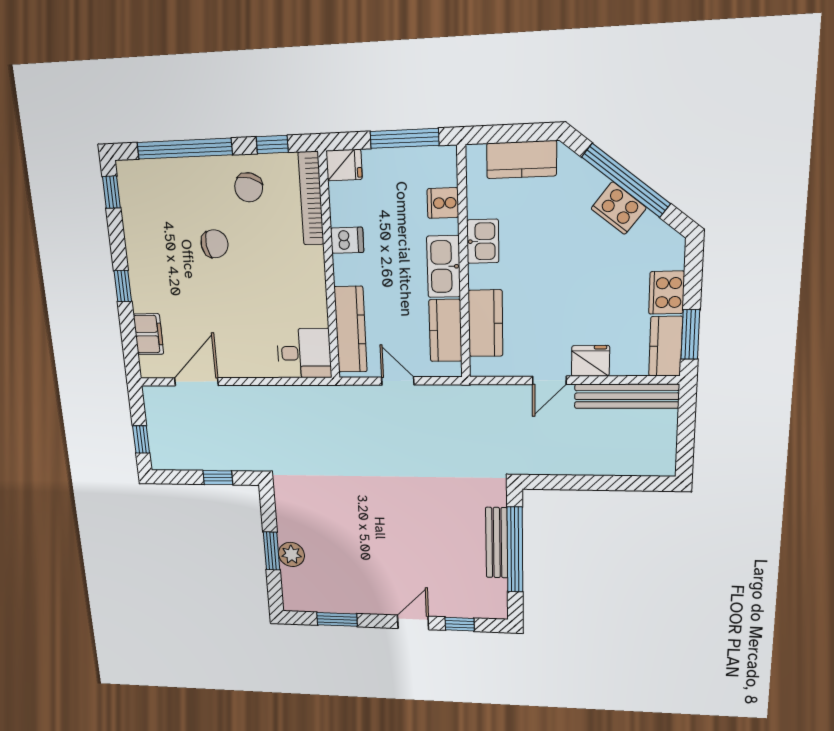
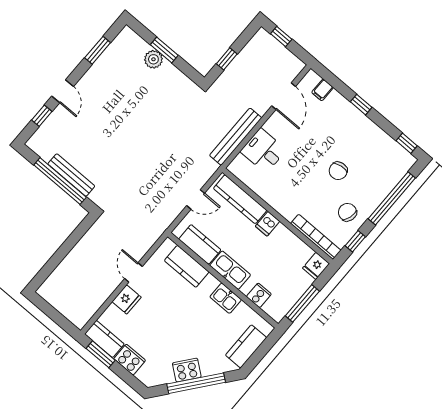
dishwasher: (347, 240) -> (268, 224), moved
filing cabinet: (148, 334) -> (322, 90), width x0.50
desk: (304, 353) -> (263, 151), moved, turned 90
bench: (627, 396) -> (236, 137), moved

